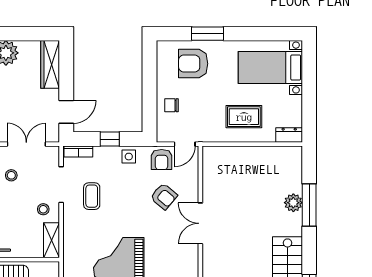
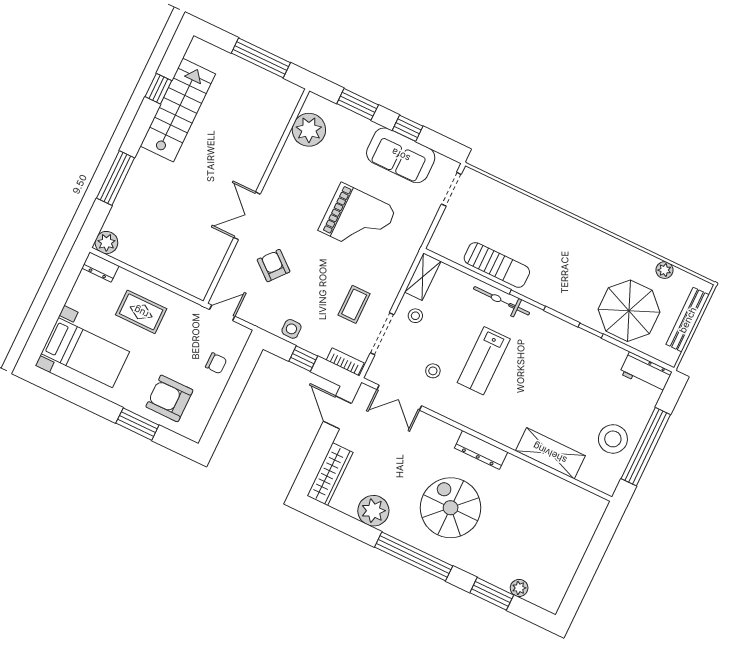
armchair: (193, 64) -> (169, 398), turned 180
door: (66, 112) -> (337, 412), hinge flipped
armchair: (162, 160) -> (256, 308), removed
plant: (293, 203) -> (106, 243), moved
double door: (200, 223) -> (247, 216), swing flipped

